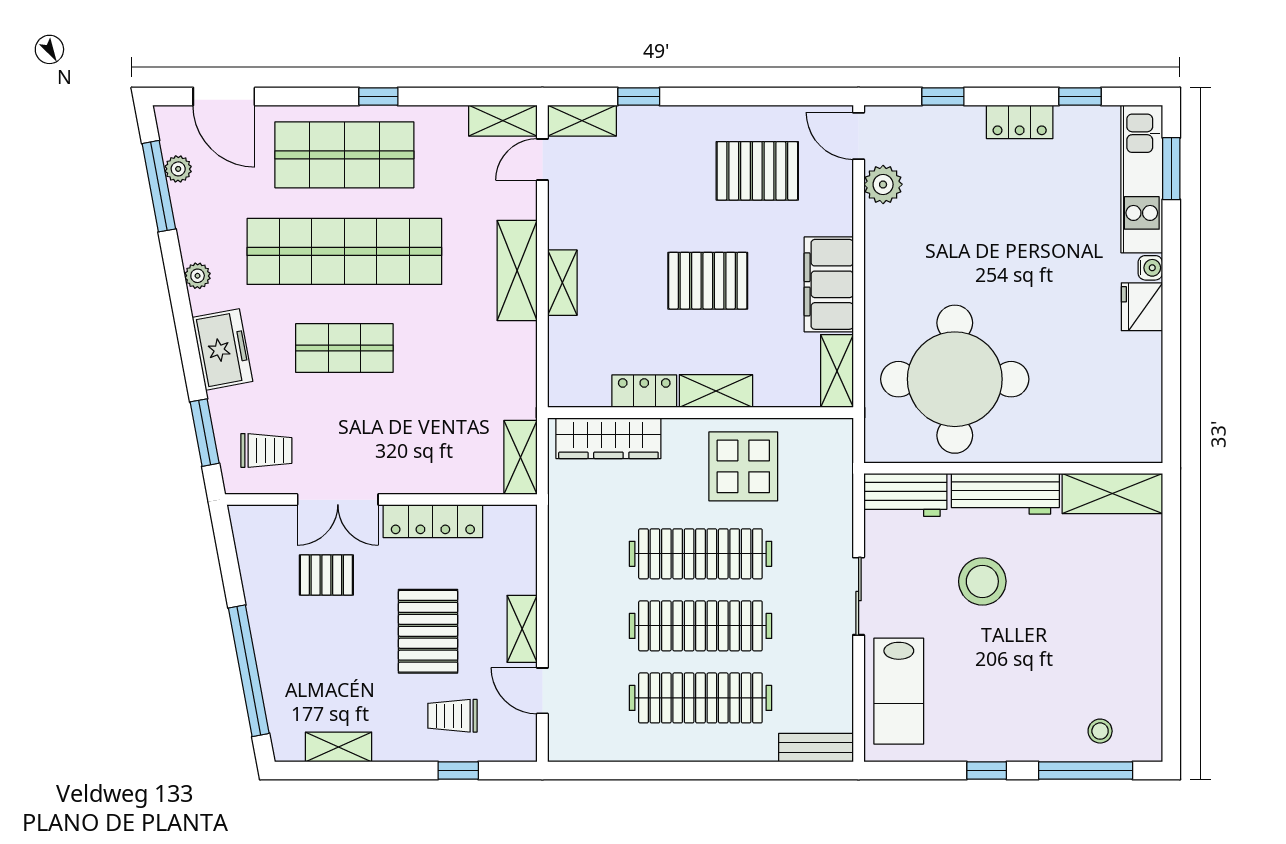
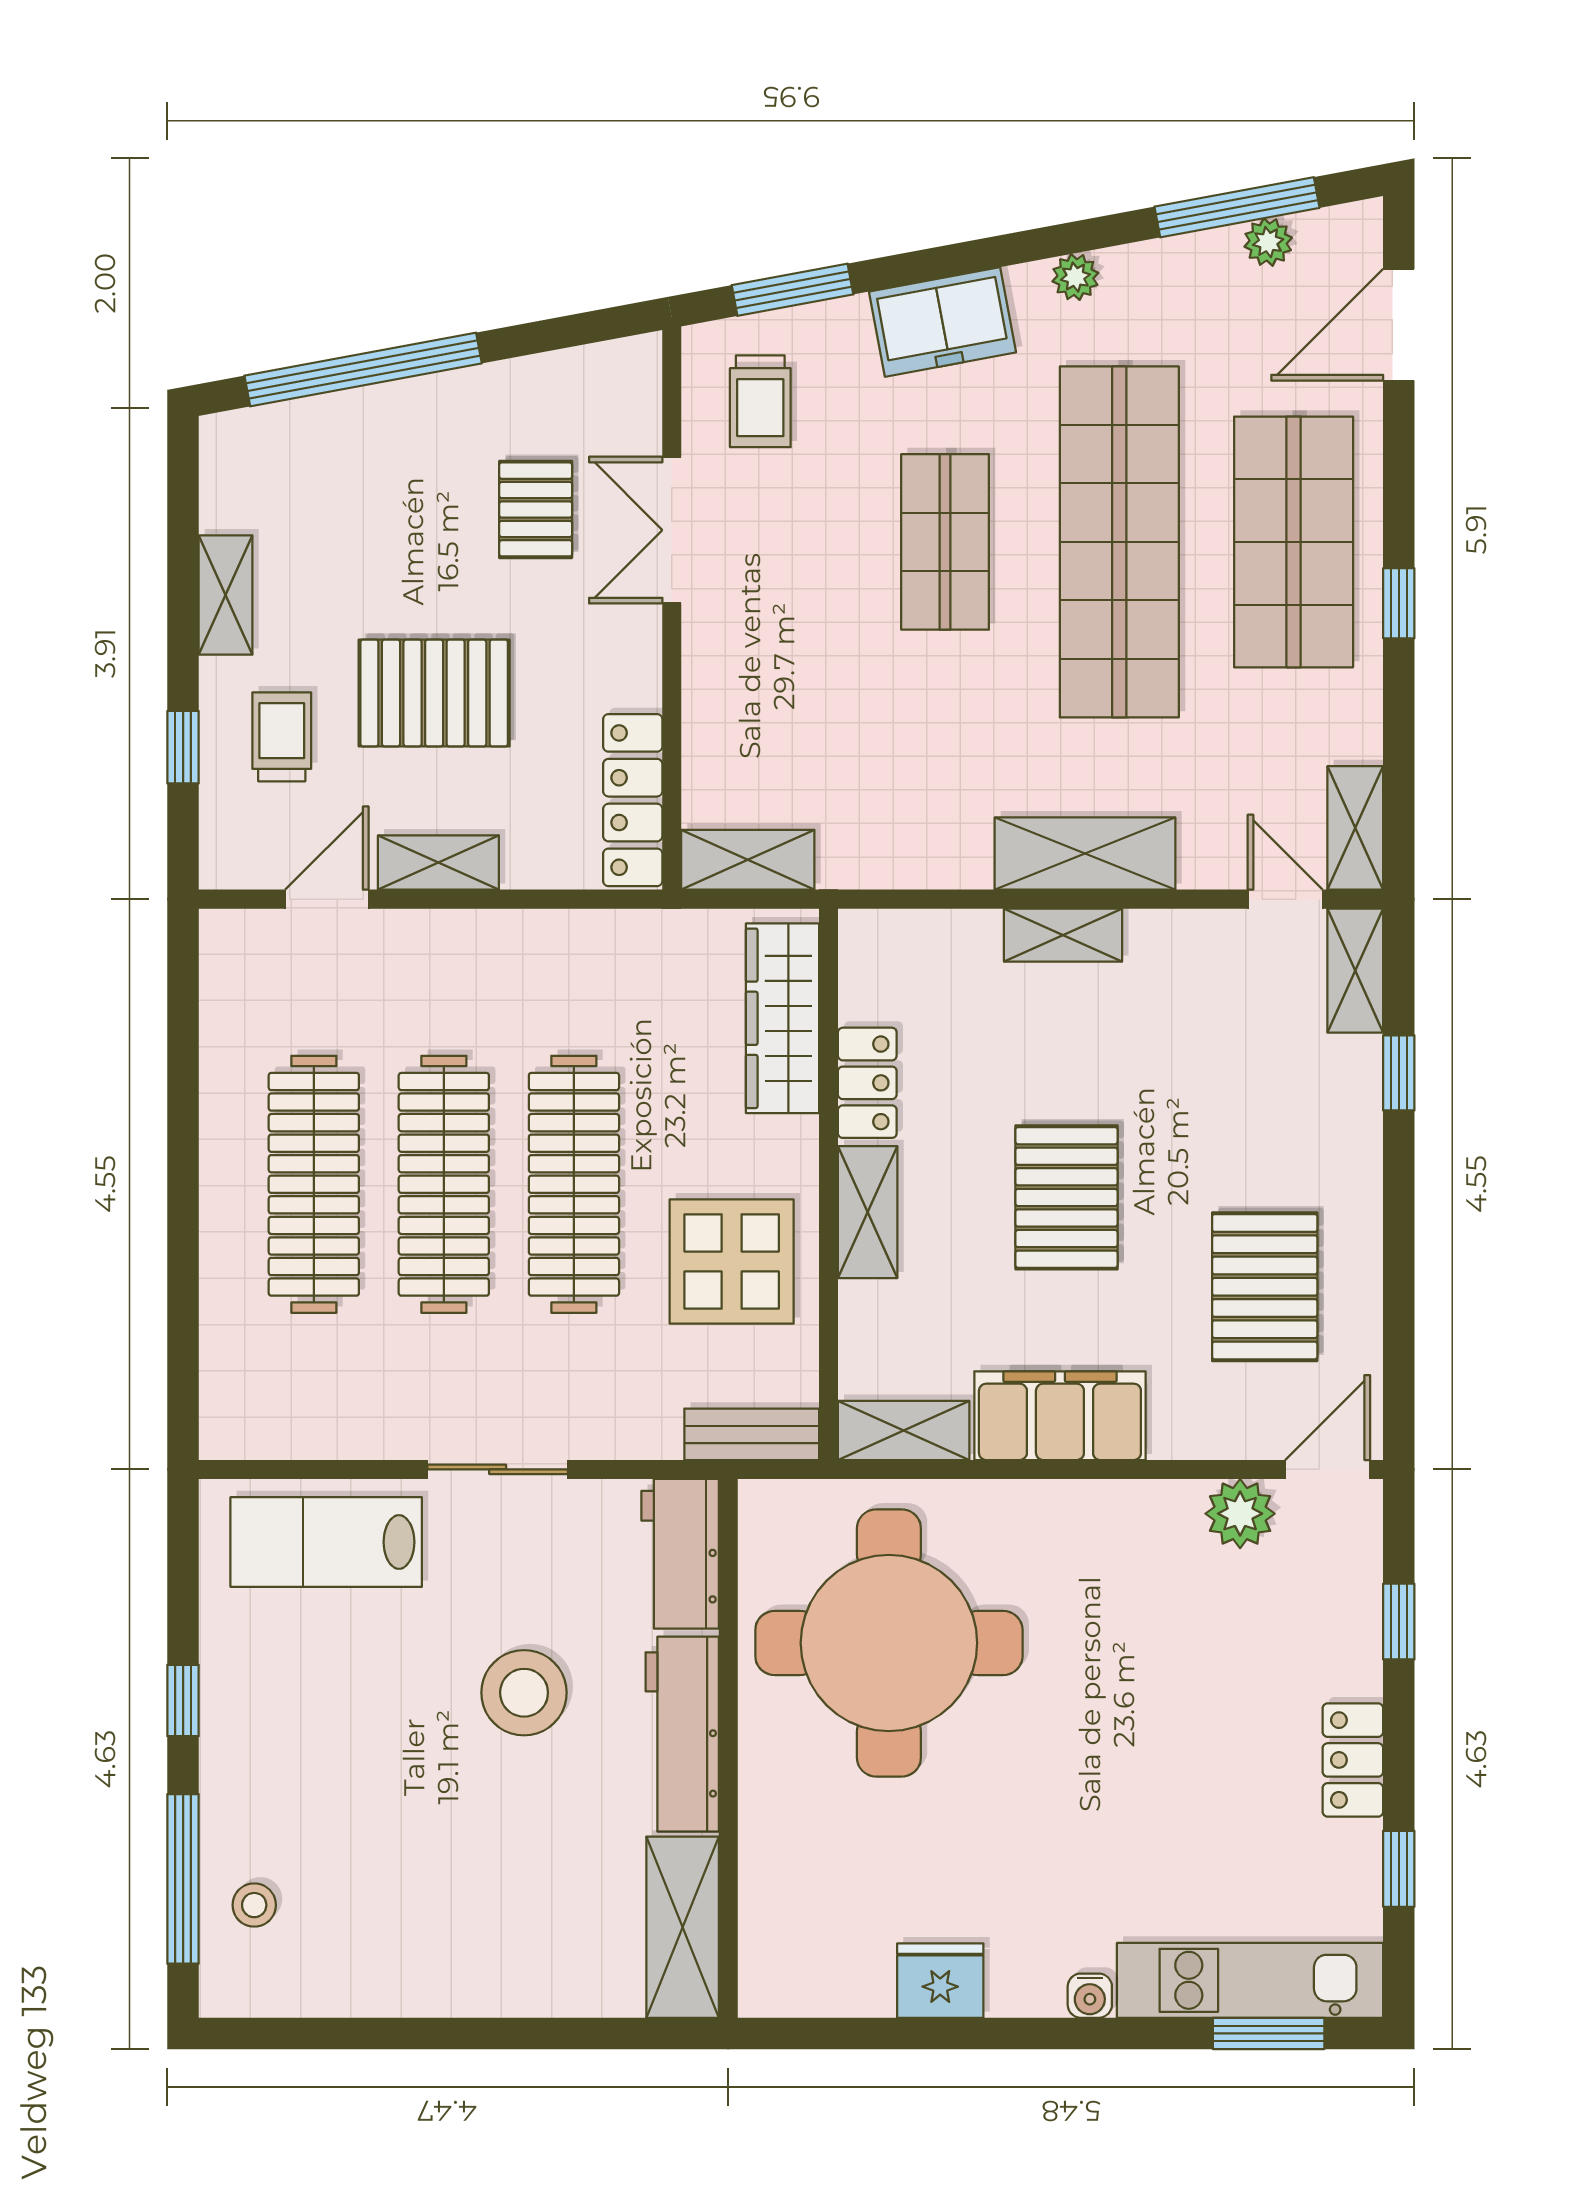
fridge: (1142, 307) -> (940, 1981), moved
locker: (433, 521) -> (633, 800), moved
shelving: (339, 747) -> (226, 595), moved
bench: (816, 748) -> (752, 1434), moved, turned 90

